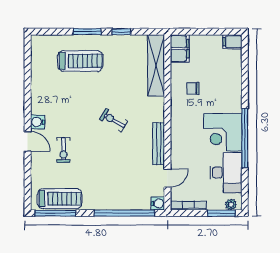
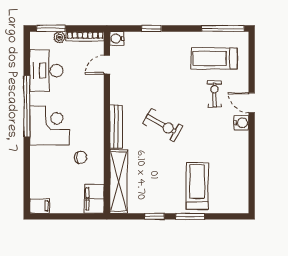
treadmill: (80, 61) -> (197, 186), turned 90
exercise bike: (114, 120) -> (163, 125), width x1.38, depth x1.39
corner desk: (223, 132) -> (50, 125), moved
bench: (159, 144) -> (116, 127), moved
treadmill: (60, 199) -> (214, 58), moved
plant: (231, 205) -> (59, 37), moved
window: (124, 213) -> (151, 28), width x0.32

